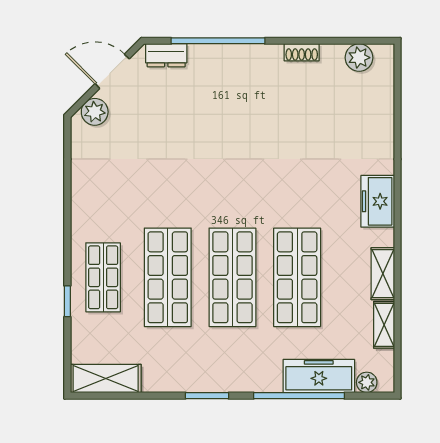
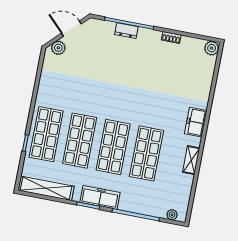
dresser: (166, 55) -> (126, 31), moved
plant: (359, 58) -> (212, 48), moved
shop shelf: (103, 277) -> (46, 134), width x1.43, depth x1.36
shelving: (384, 325) -> (187, 187), removed
freezer: (319, 376) -> (100, 197), moved
shelving: (106, 378) -> (46, 188), width x1.47

